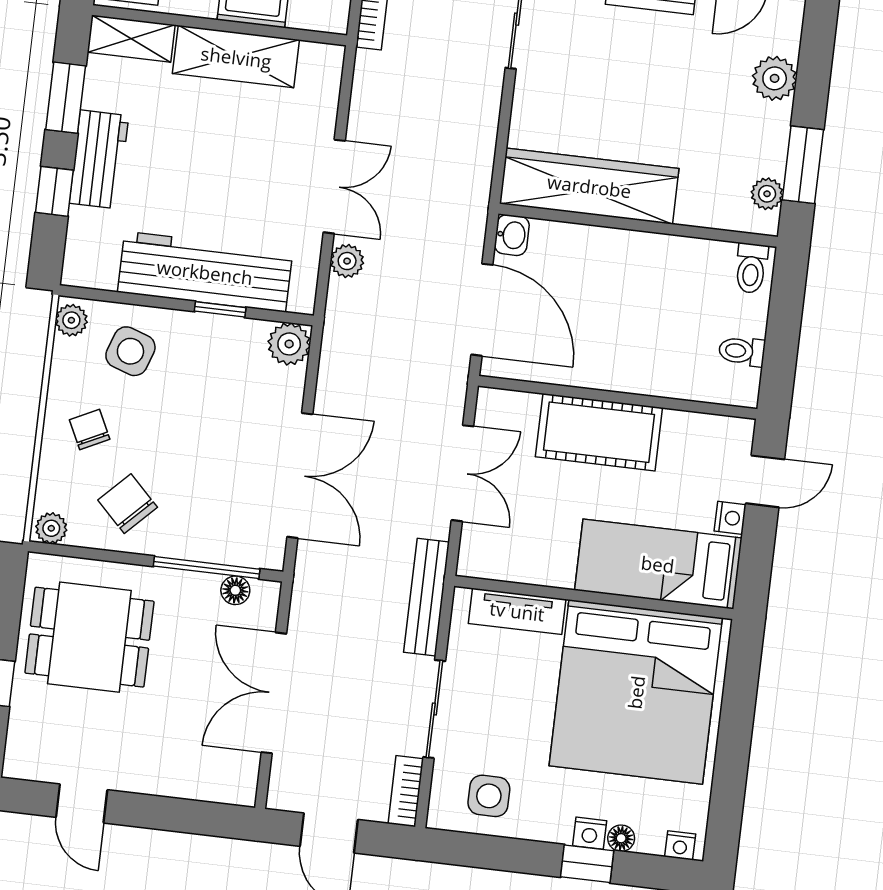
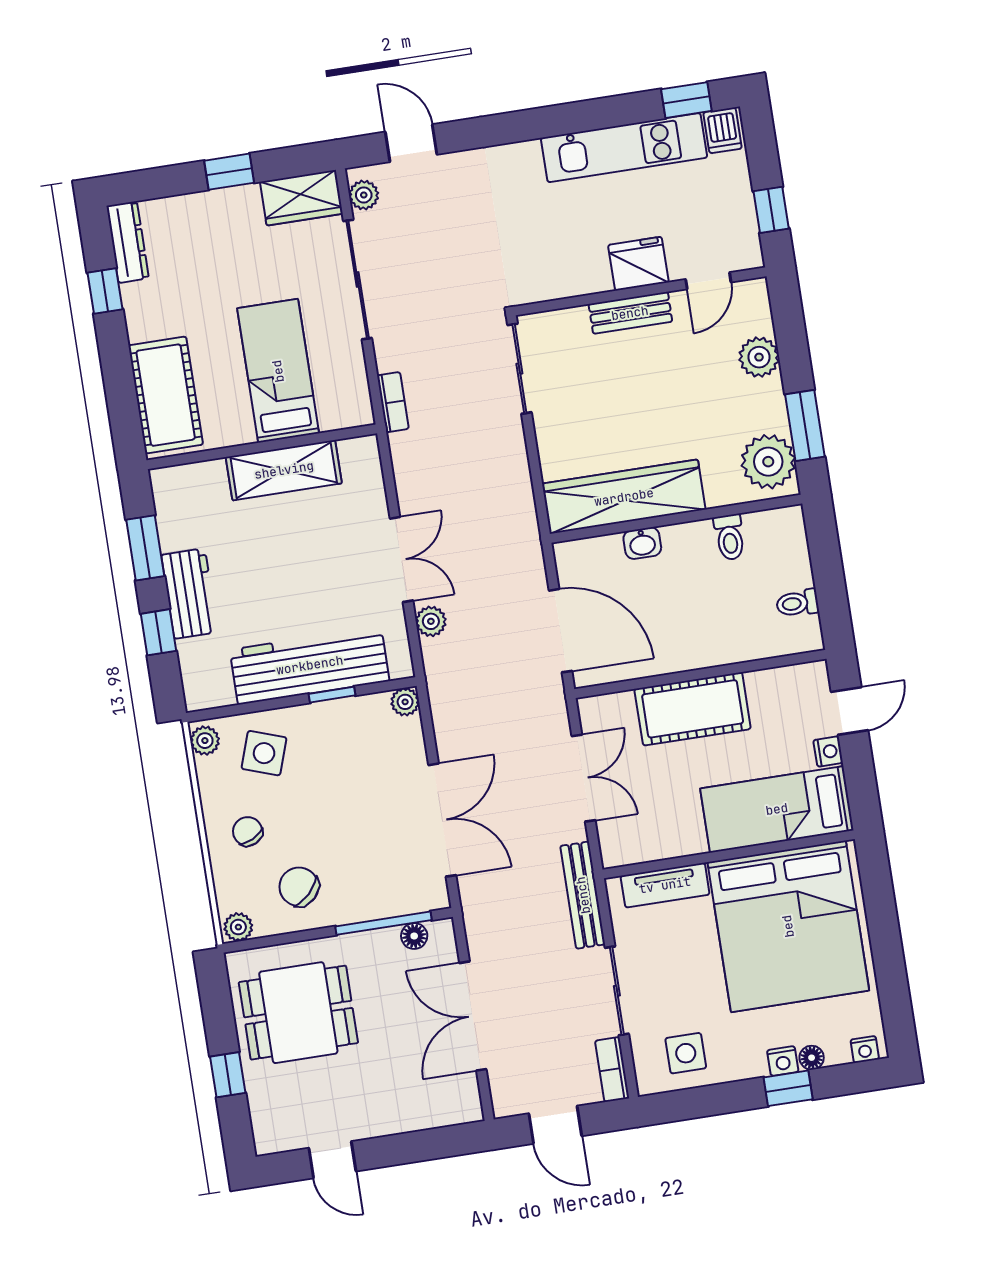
shelving: (131, 39) -> (188, 480), removed
plant: (767, 194) -> (768, 462), width x1.88, depth x1.88
washbasin: (512, 235) -> (642, 543), moved, turned 90
toilet: (751, 268) -> (730, 537), moved
plant: (289, 344) -> (405, 702), width x0.73, depth x0.73

